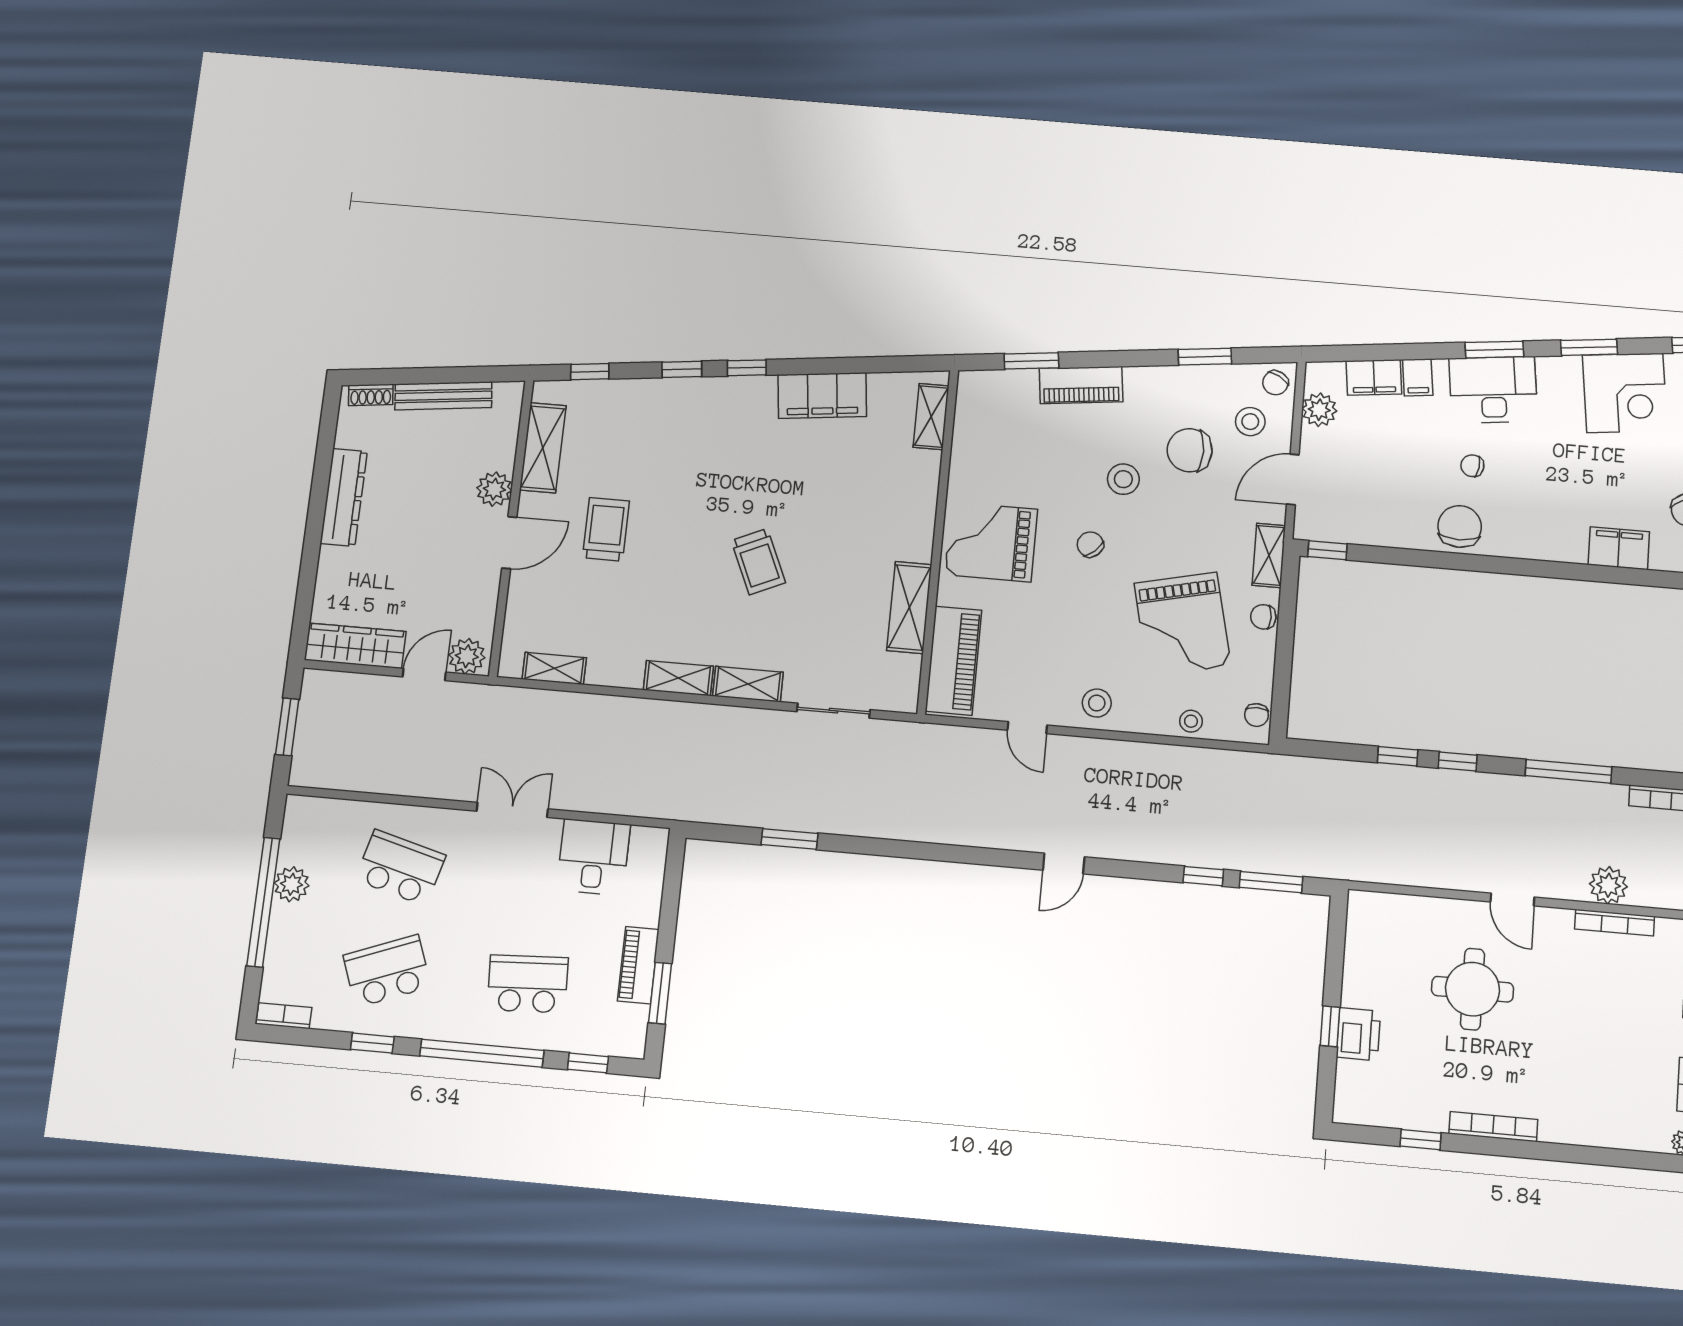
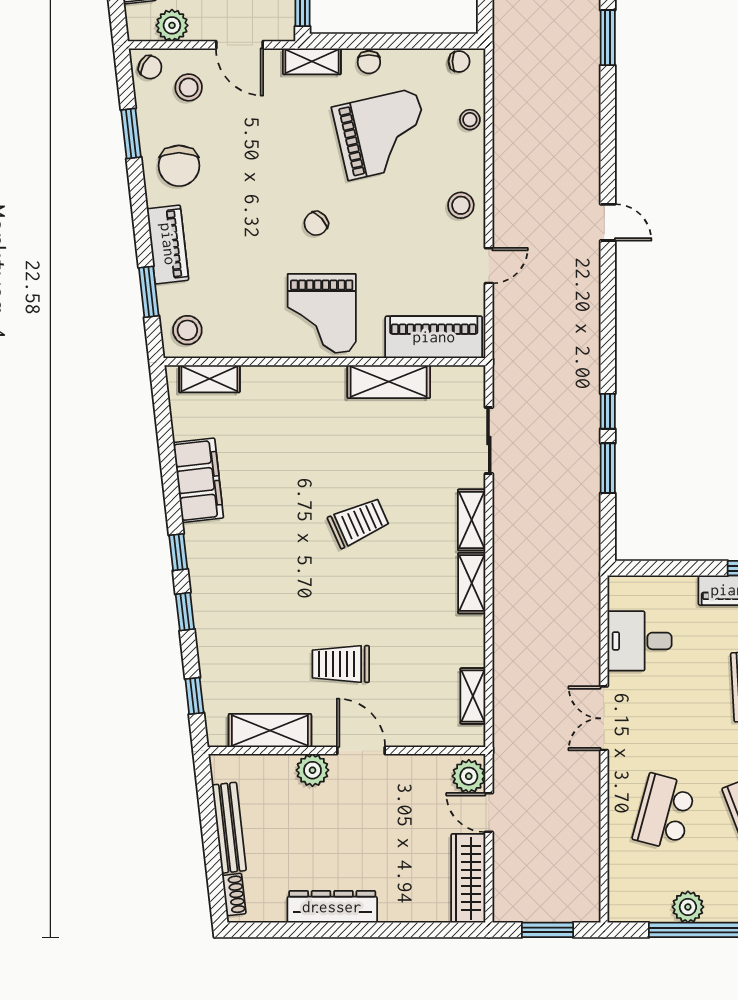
chair: (1190, 450) -> (179, 166), moved
stool: (1123, 479) -> (187, 330), moved
window: (1203, 876) -> (608, 411), moved

